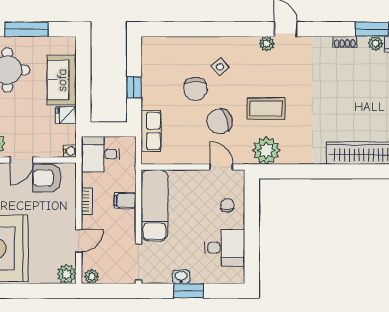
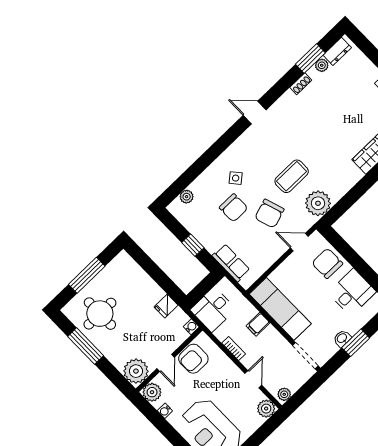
plant: (267, 44) -> (187, 197), moved
sofa: (62, 80) -> (141, 286), removed
chair: (227, 205) -> (327, 263), width x1.87, depth x1.87

